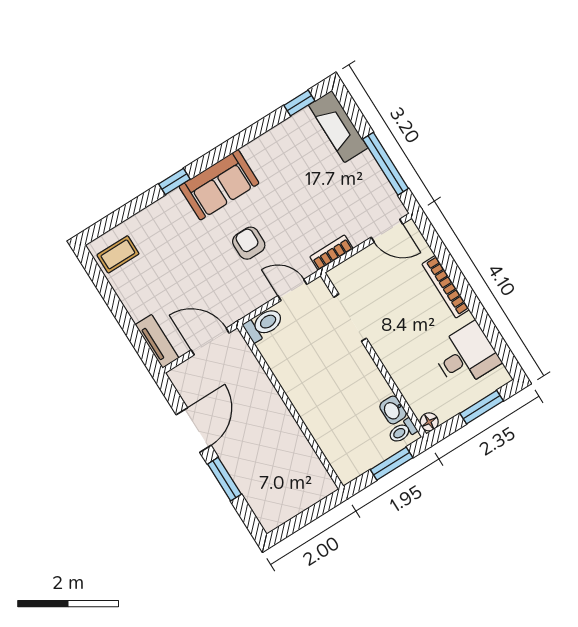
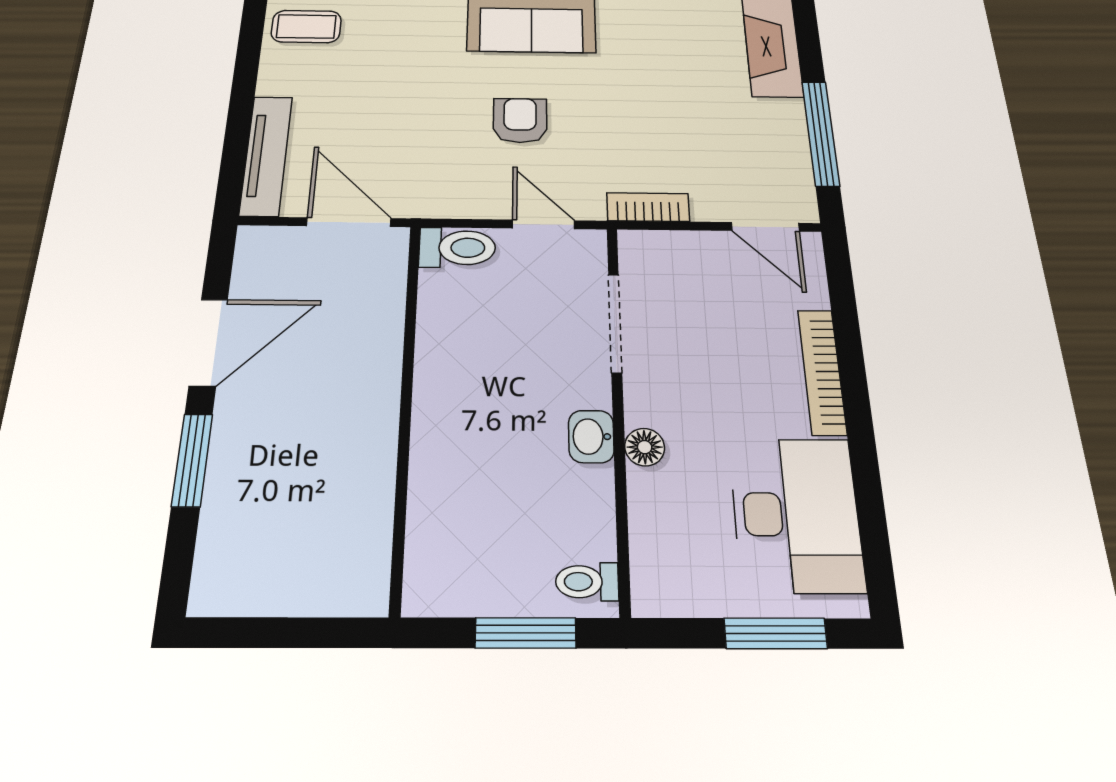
tv unit: (157, 341) -> (266, 155), width x1.41
desk: (466, 356) -> (796, 514), width x1.37
washbasin: (393, 410) -> (591, 437), moved
floor lamp: (429, 422) -> (645, 447), moved

